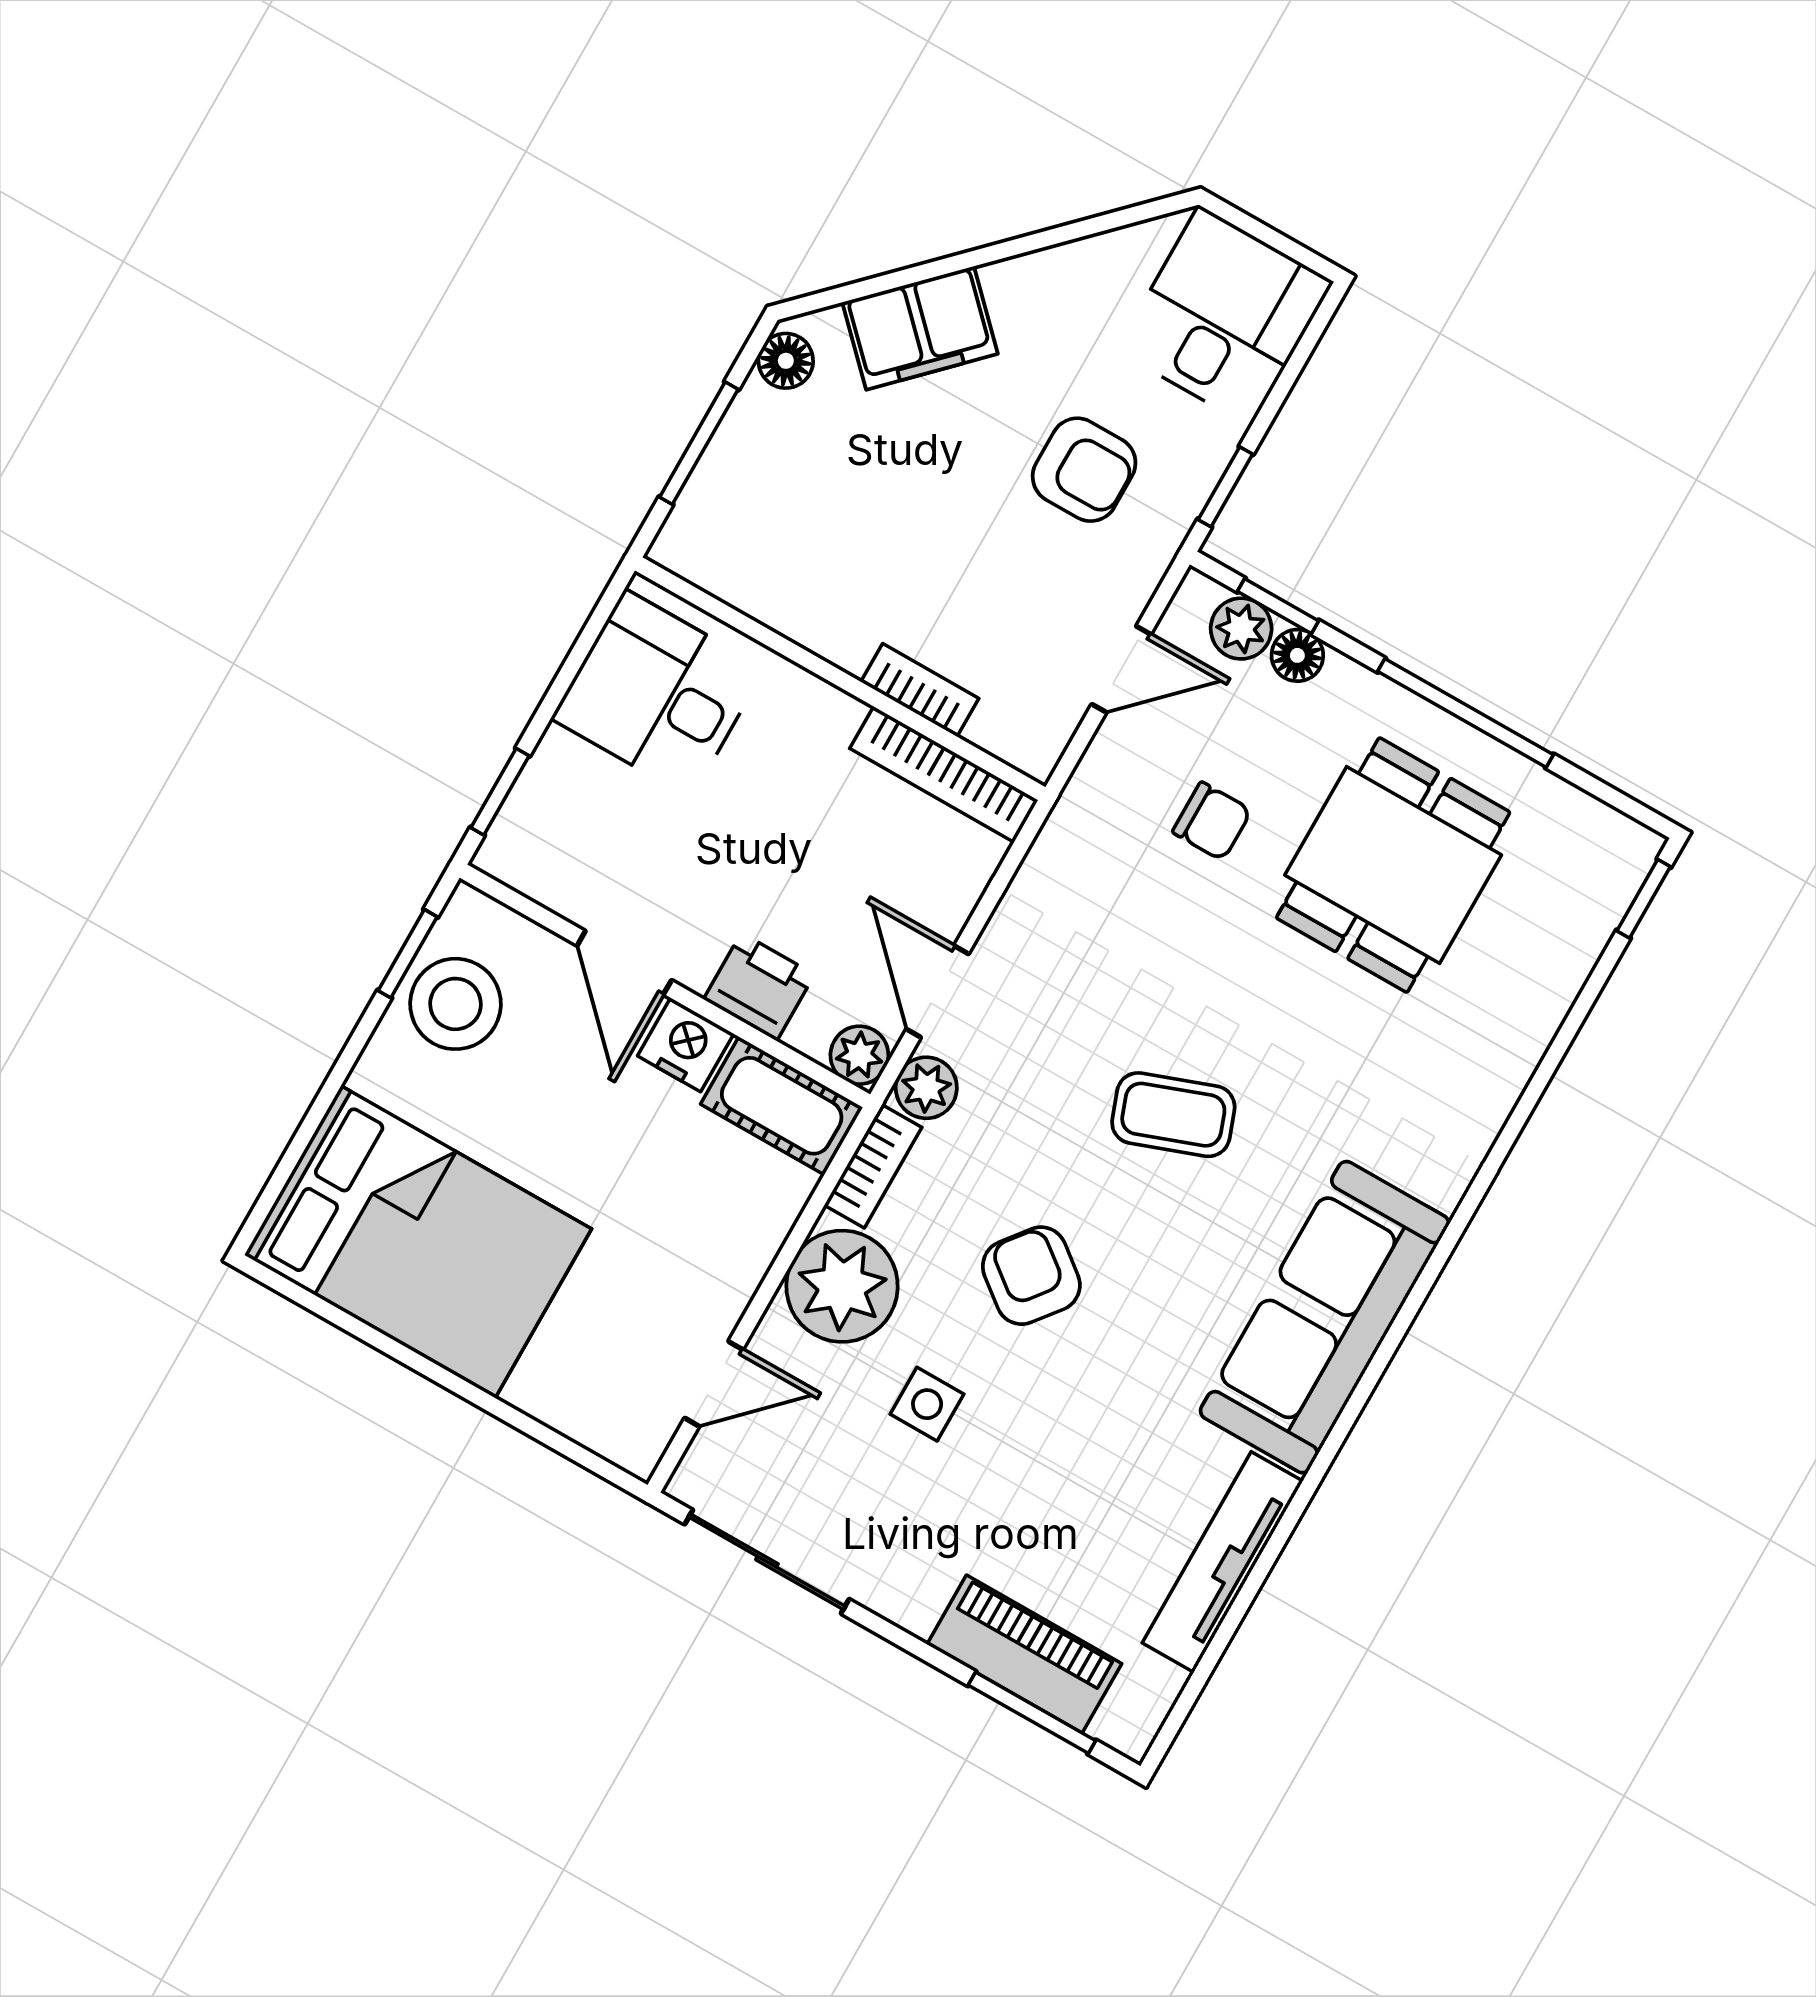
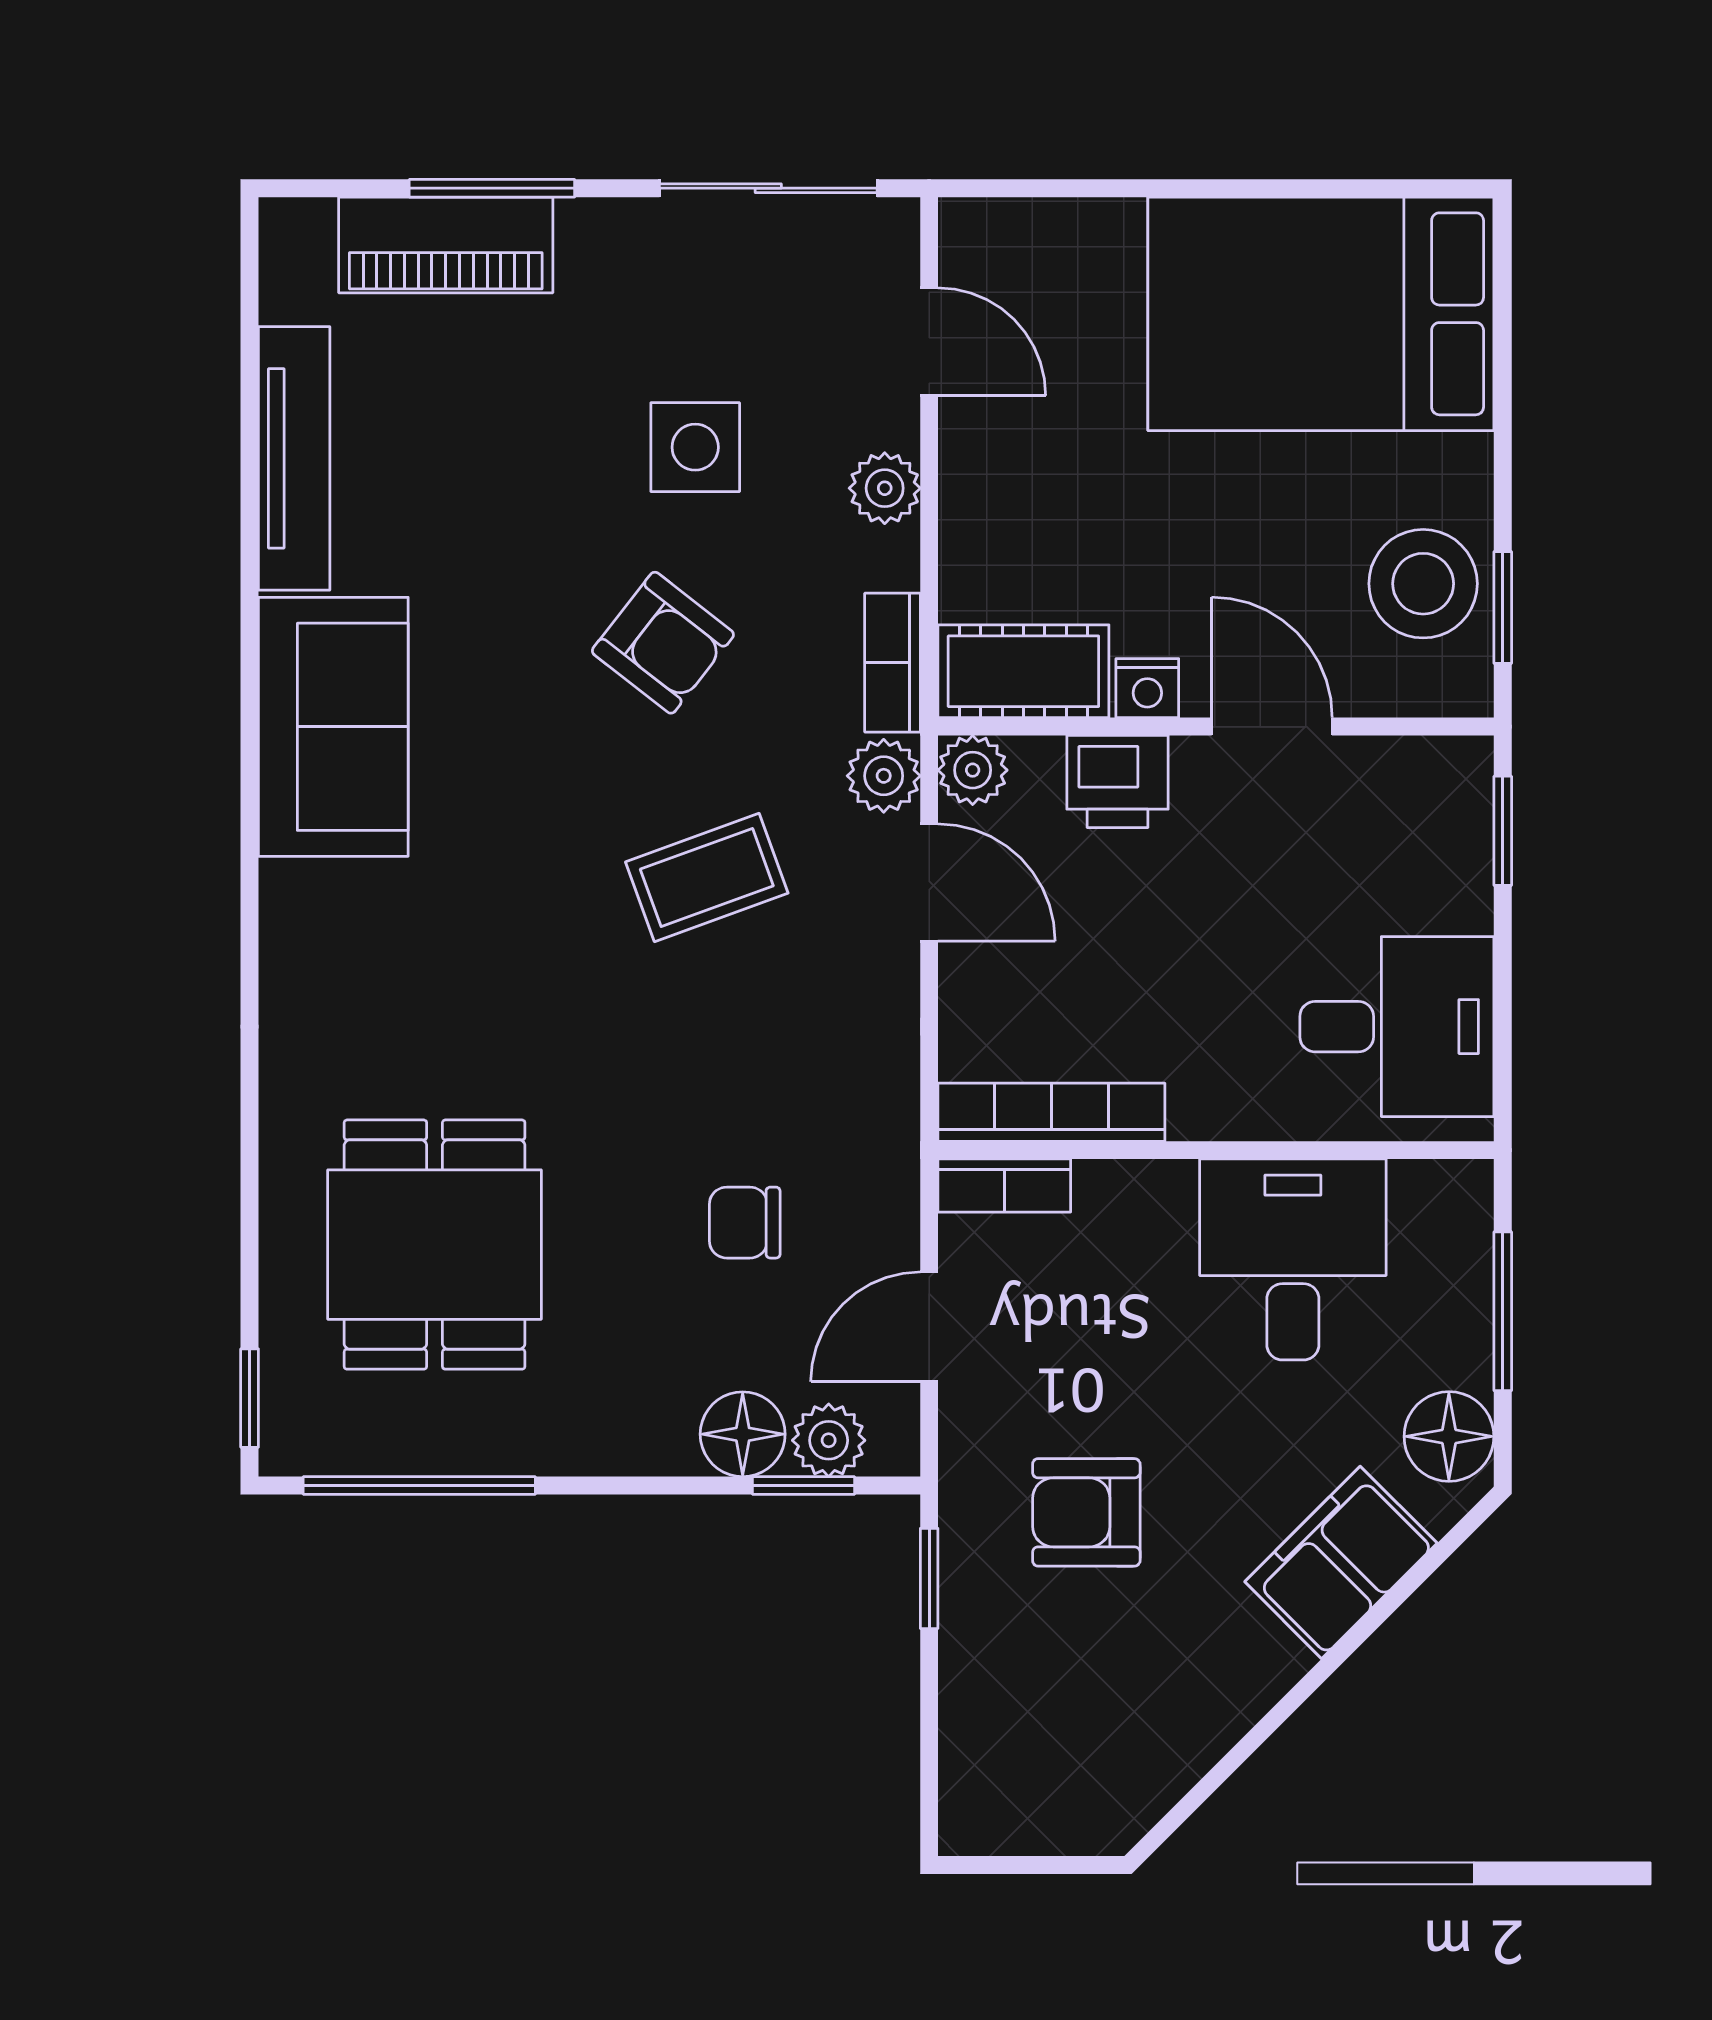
desk: (1225, 316) -> (1293, 1259), moved, turned 180
floor lamp: (786, 361) -> (1449, 1436), width x1.37, depth x1.37
floor lamp: (1297, 655) -> (743, 1434), width x1.37, depth x1.37
bookcase: (920, 690) -> (1004, 1186), moved
window: (1466, 713) -> (419, 1486), moved
dining table: (1393, 865) -> (435, 1245), moved
nightstand: (686, 1045) -> (1147, 688), width x0.72, depth x0.74
coffee table: (1173, 1115) -> (707, 878), moved
plant: (842, 1286) -> (885, 488), width x0.53, depth x0.53
sofa: (1325, 1317) -> (333, 727), width x0.73
door: (714, 1384) -> (929, 342), swing flipped
side table: (927, 1404) -> (695, 447), width x1.37, depth x1.37
window: (1032, 1713) -> (492, 188), moved

